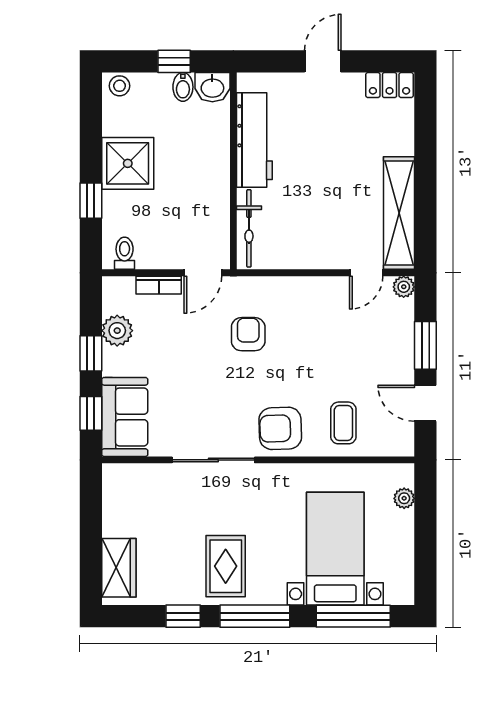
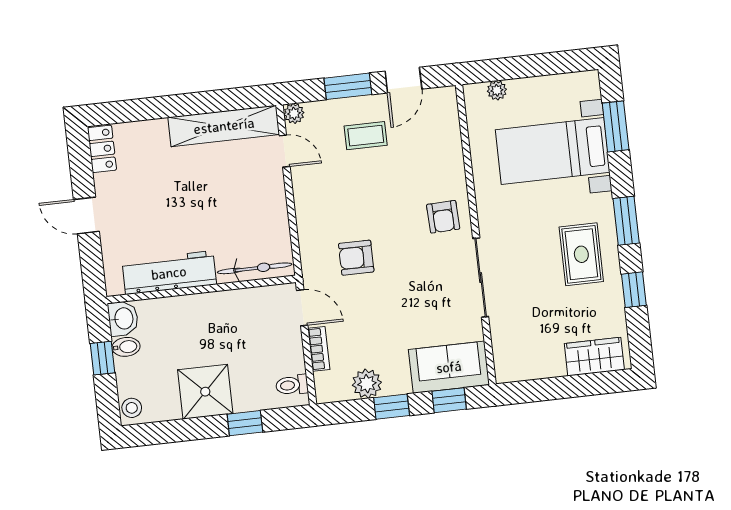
coffee table: (343, 423) -> (366, 136), moved
armchair: (280, 428) -> (443, 217), width x0.72, depth x0.72
rug: (226, 566) -> (581, 254), turned 90
window: (255, 616) -> (626, 221), width x0.69
window: (353, 616) -> (616, 126), width x0.69

